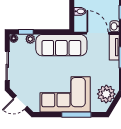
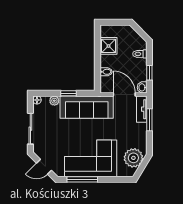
window: (26, 32) -> (69, 93), moved
window: (76, 115) -> (82, 179), moved

